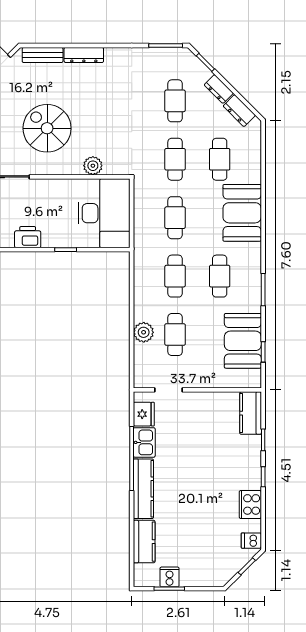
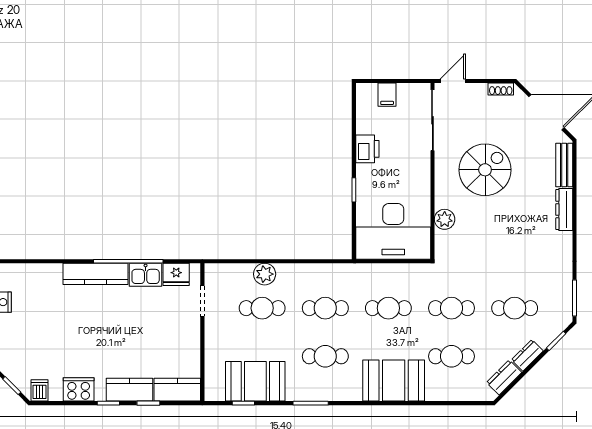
kitchen counter: (144, 542) -> (130, 390), moved, turned 180

